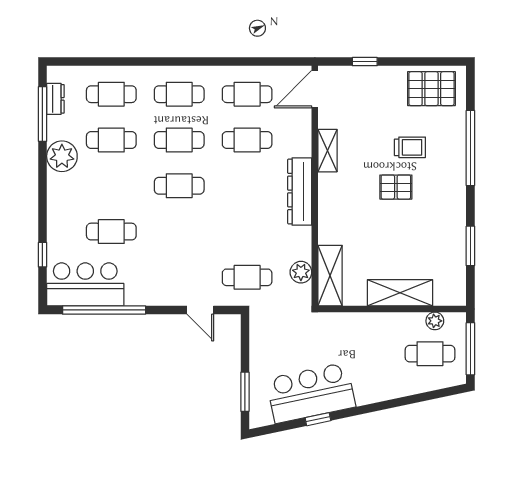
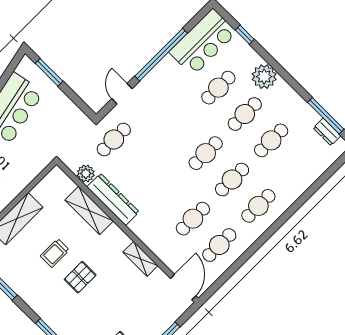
cafe table: (111, 94) -> (245, 114), moved
trolley: (410, 147) -> (55, 253), moved
plant: (62, 156) -> (264, 77), moved
dresser: (300, 191) -> (113, 199), moved
shelving: (330, 276) -> (89, 210), moved
window: (104, 310) -> (161, 55), moved
door: (200, 310) -> (122, 94), hinge flipped

